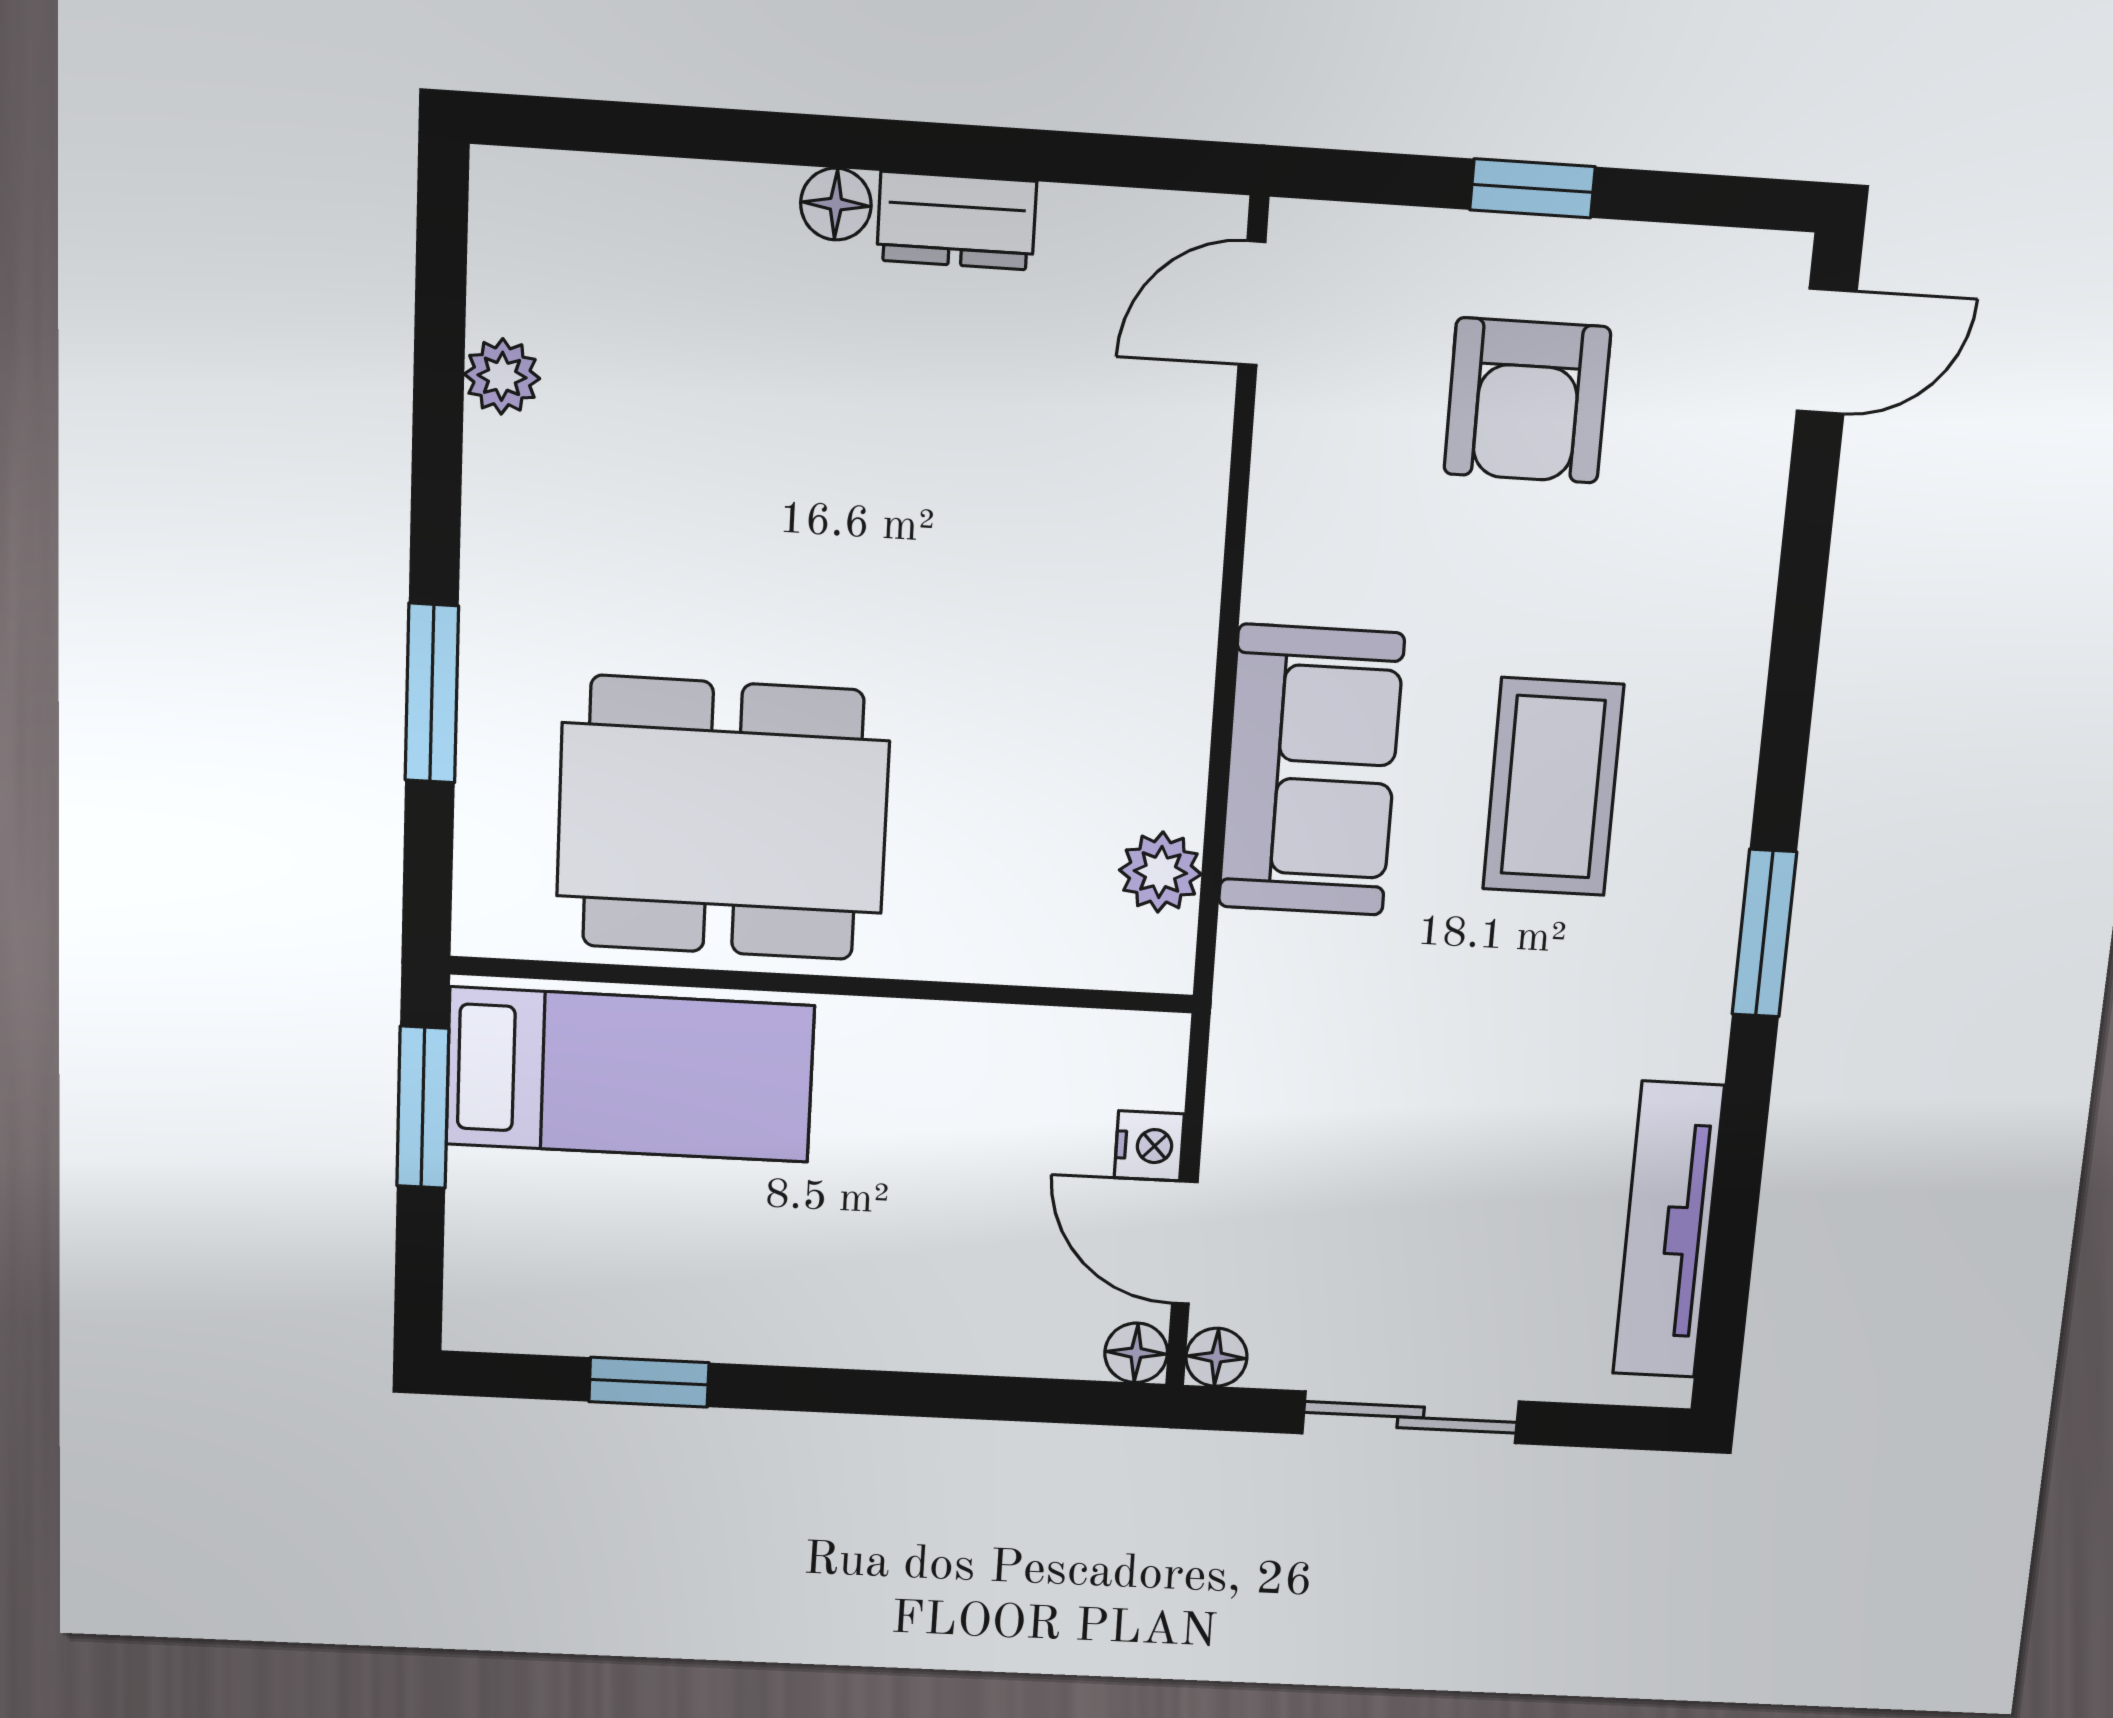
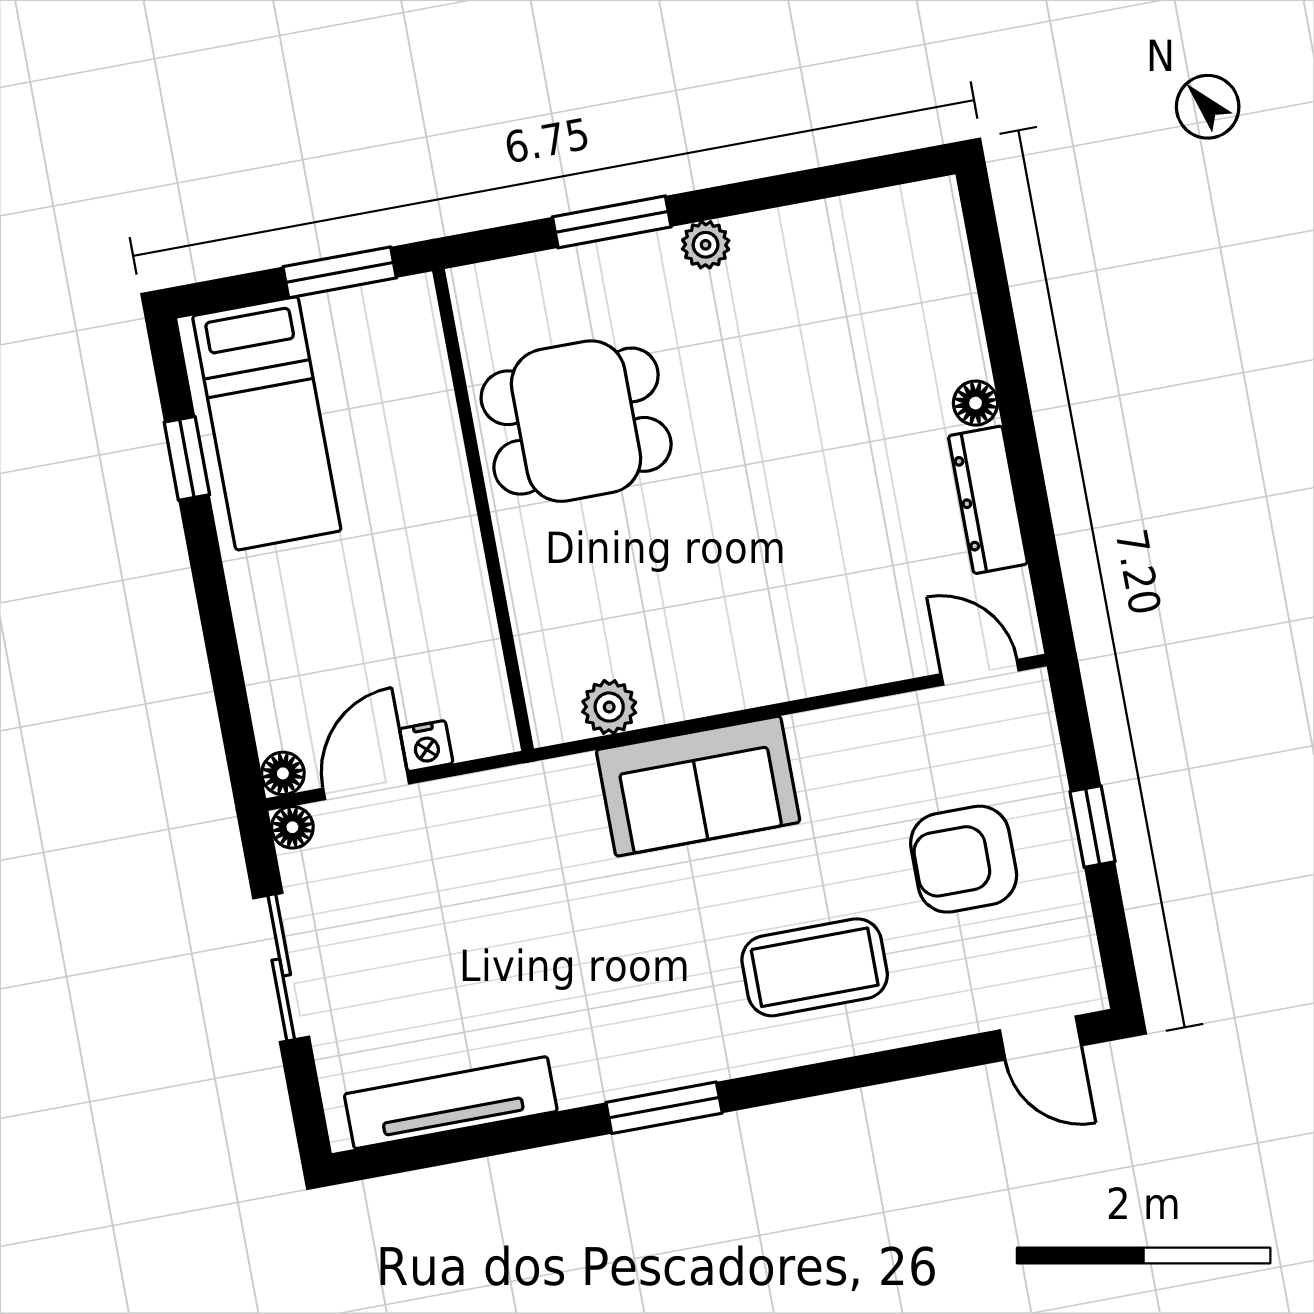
dresser: (957, 221) -> (988, 500), width x1.44
plant: (502, 376) -> (706, 245), moved
coffee table: (1553, 787) -> (815, 967), moved
dining table: (723, 819) -> (576, 421), width x0.73
bed: (630, 1075) -> (267, 423), moved

